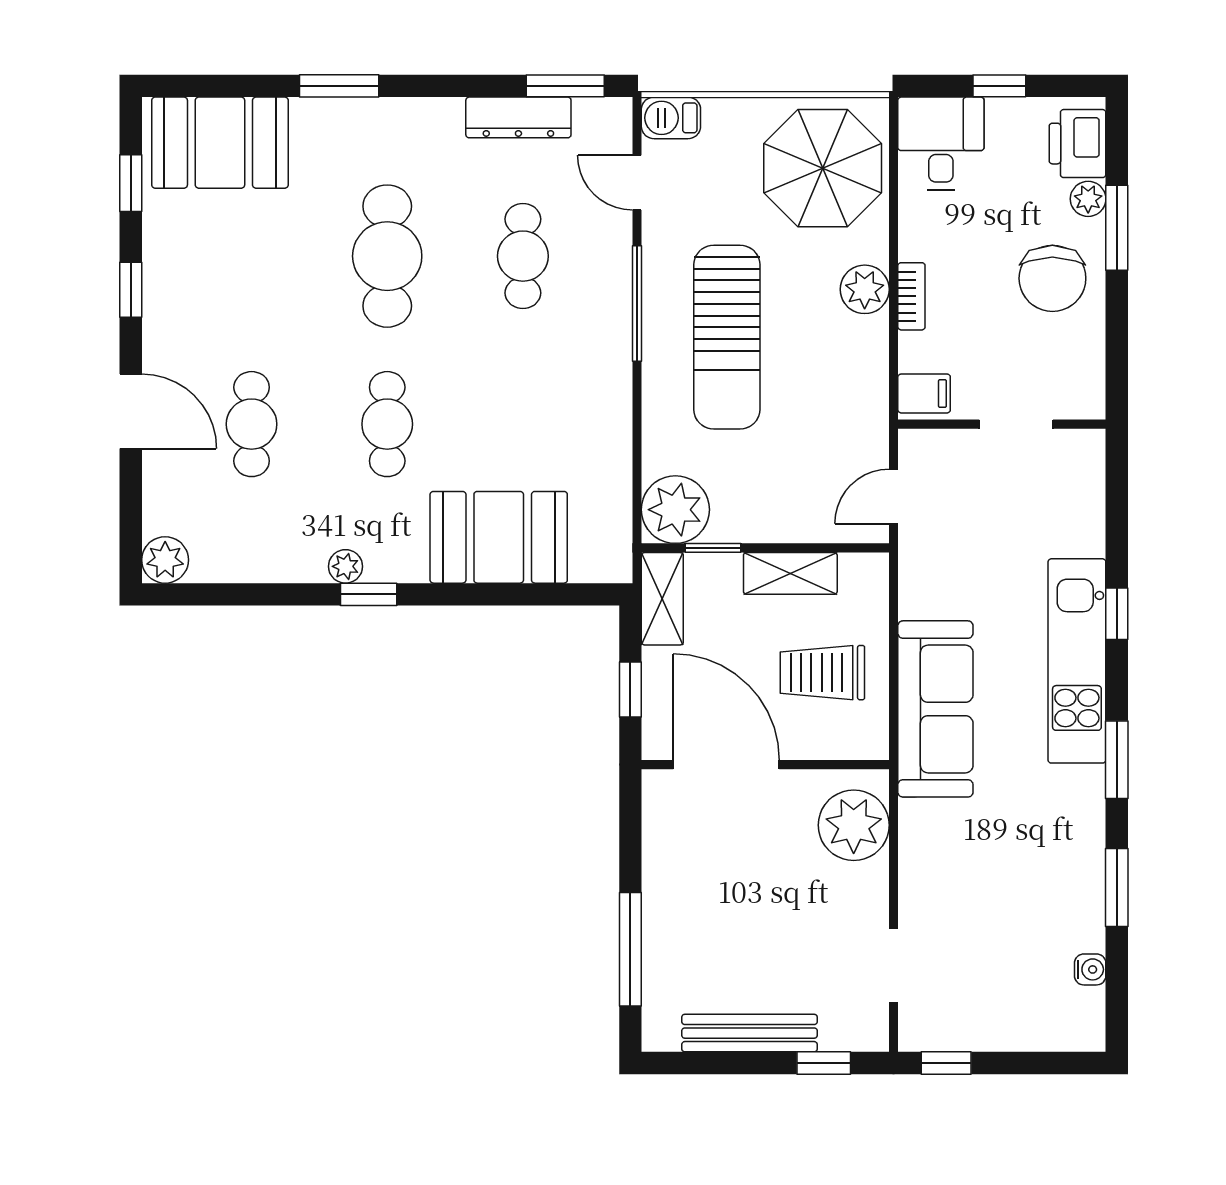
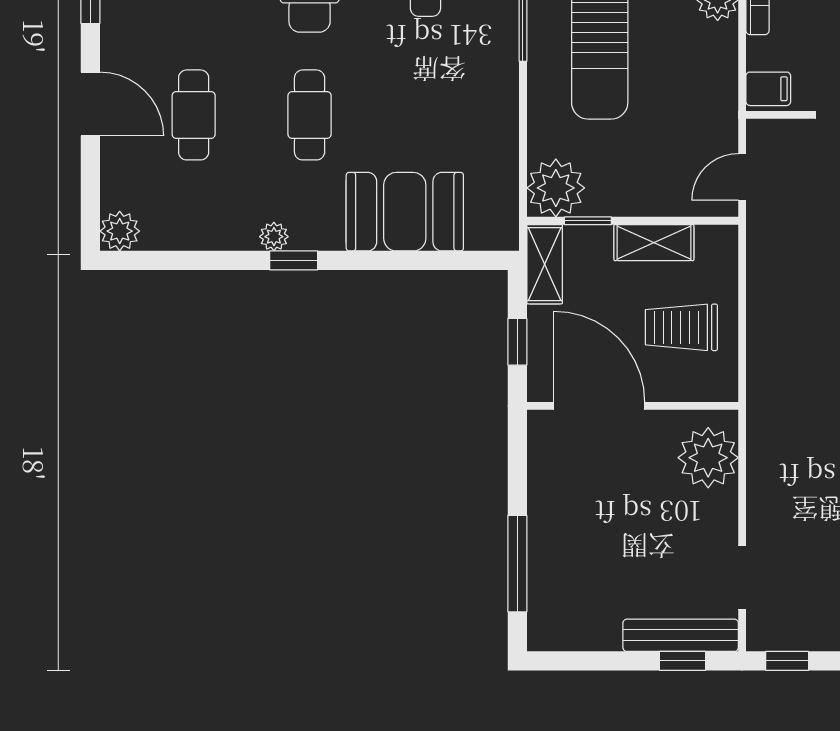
sofa: (935, 709) -> (778, 358), removed
bench: (750, 1033) -> (681, 635), moved

